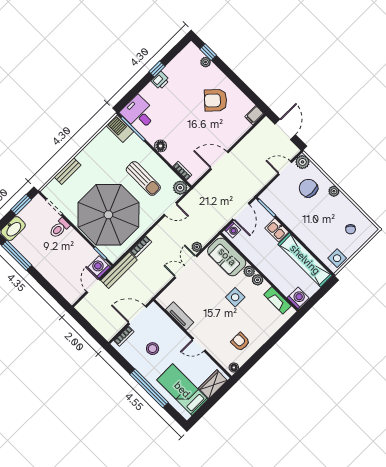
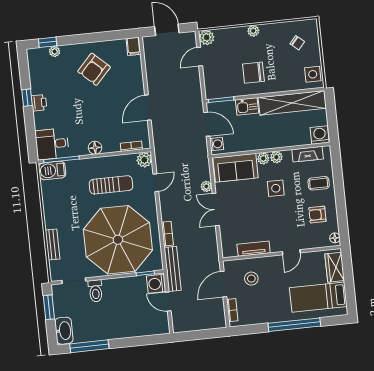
chair: (308, 188) -> (253, 73), moved
coffee table: (263, 325) -> (319, 183), added
stool: (153, 349) -> (251, 279), moved

